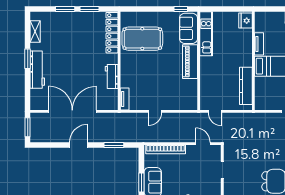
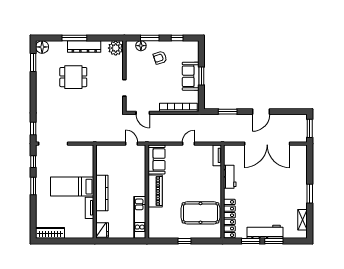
window: (181, 9) -> (185, 241), moved
sofa: (188, 28) -> (157, 159), moved
workbench: (37, 70) -> (265, 232), moved, turned 90
kitchen counter: (246, 86) -> (102, 193), moved

